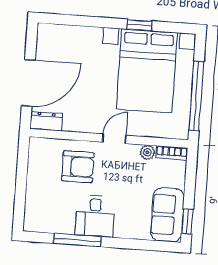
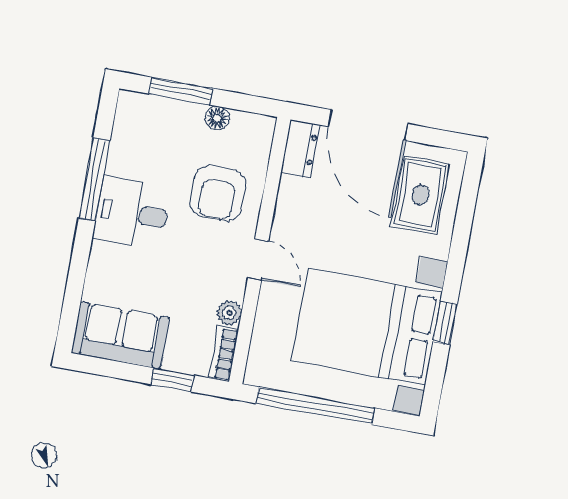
rug: (66, 48) -> (420, 195), added
floor lamp: (34, 172) -> (217, 118), added
window: (20, 195) -> (181, 91), added
window: (187, 222) -> (172, 380), moved

